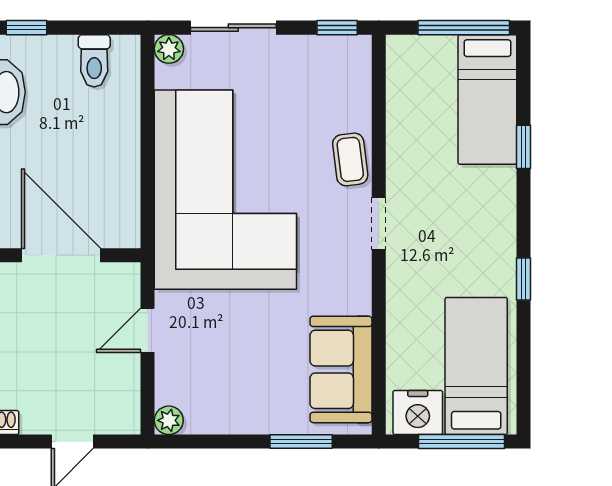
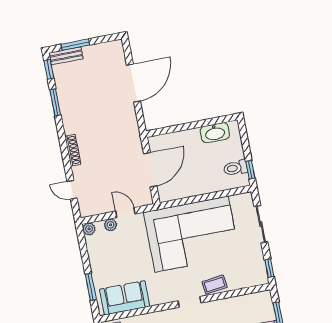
window: (26, 28) -> (250, 170), moved
plant: (169, 49) -> (110, 225), moved

